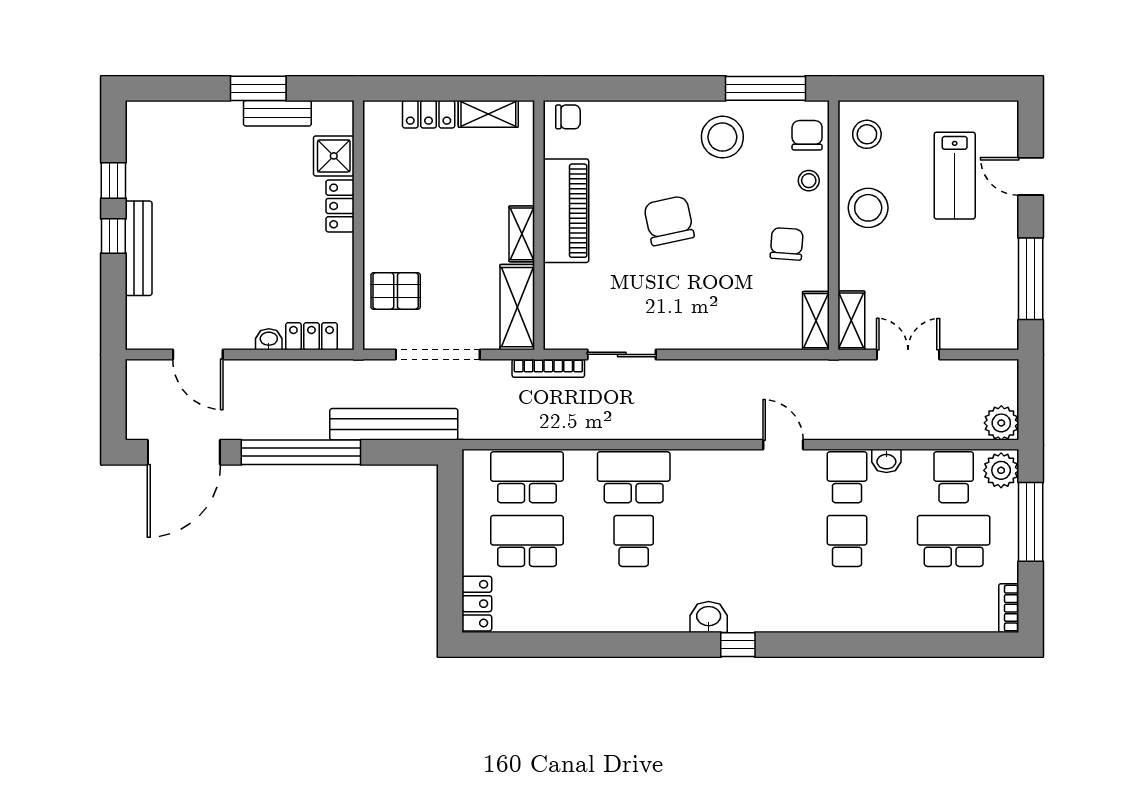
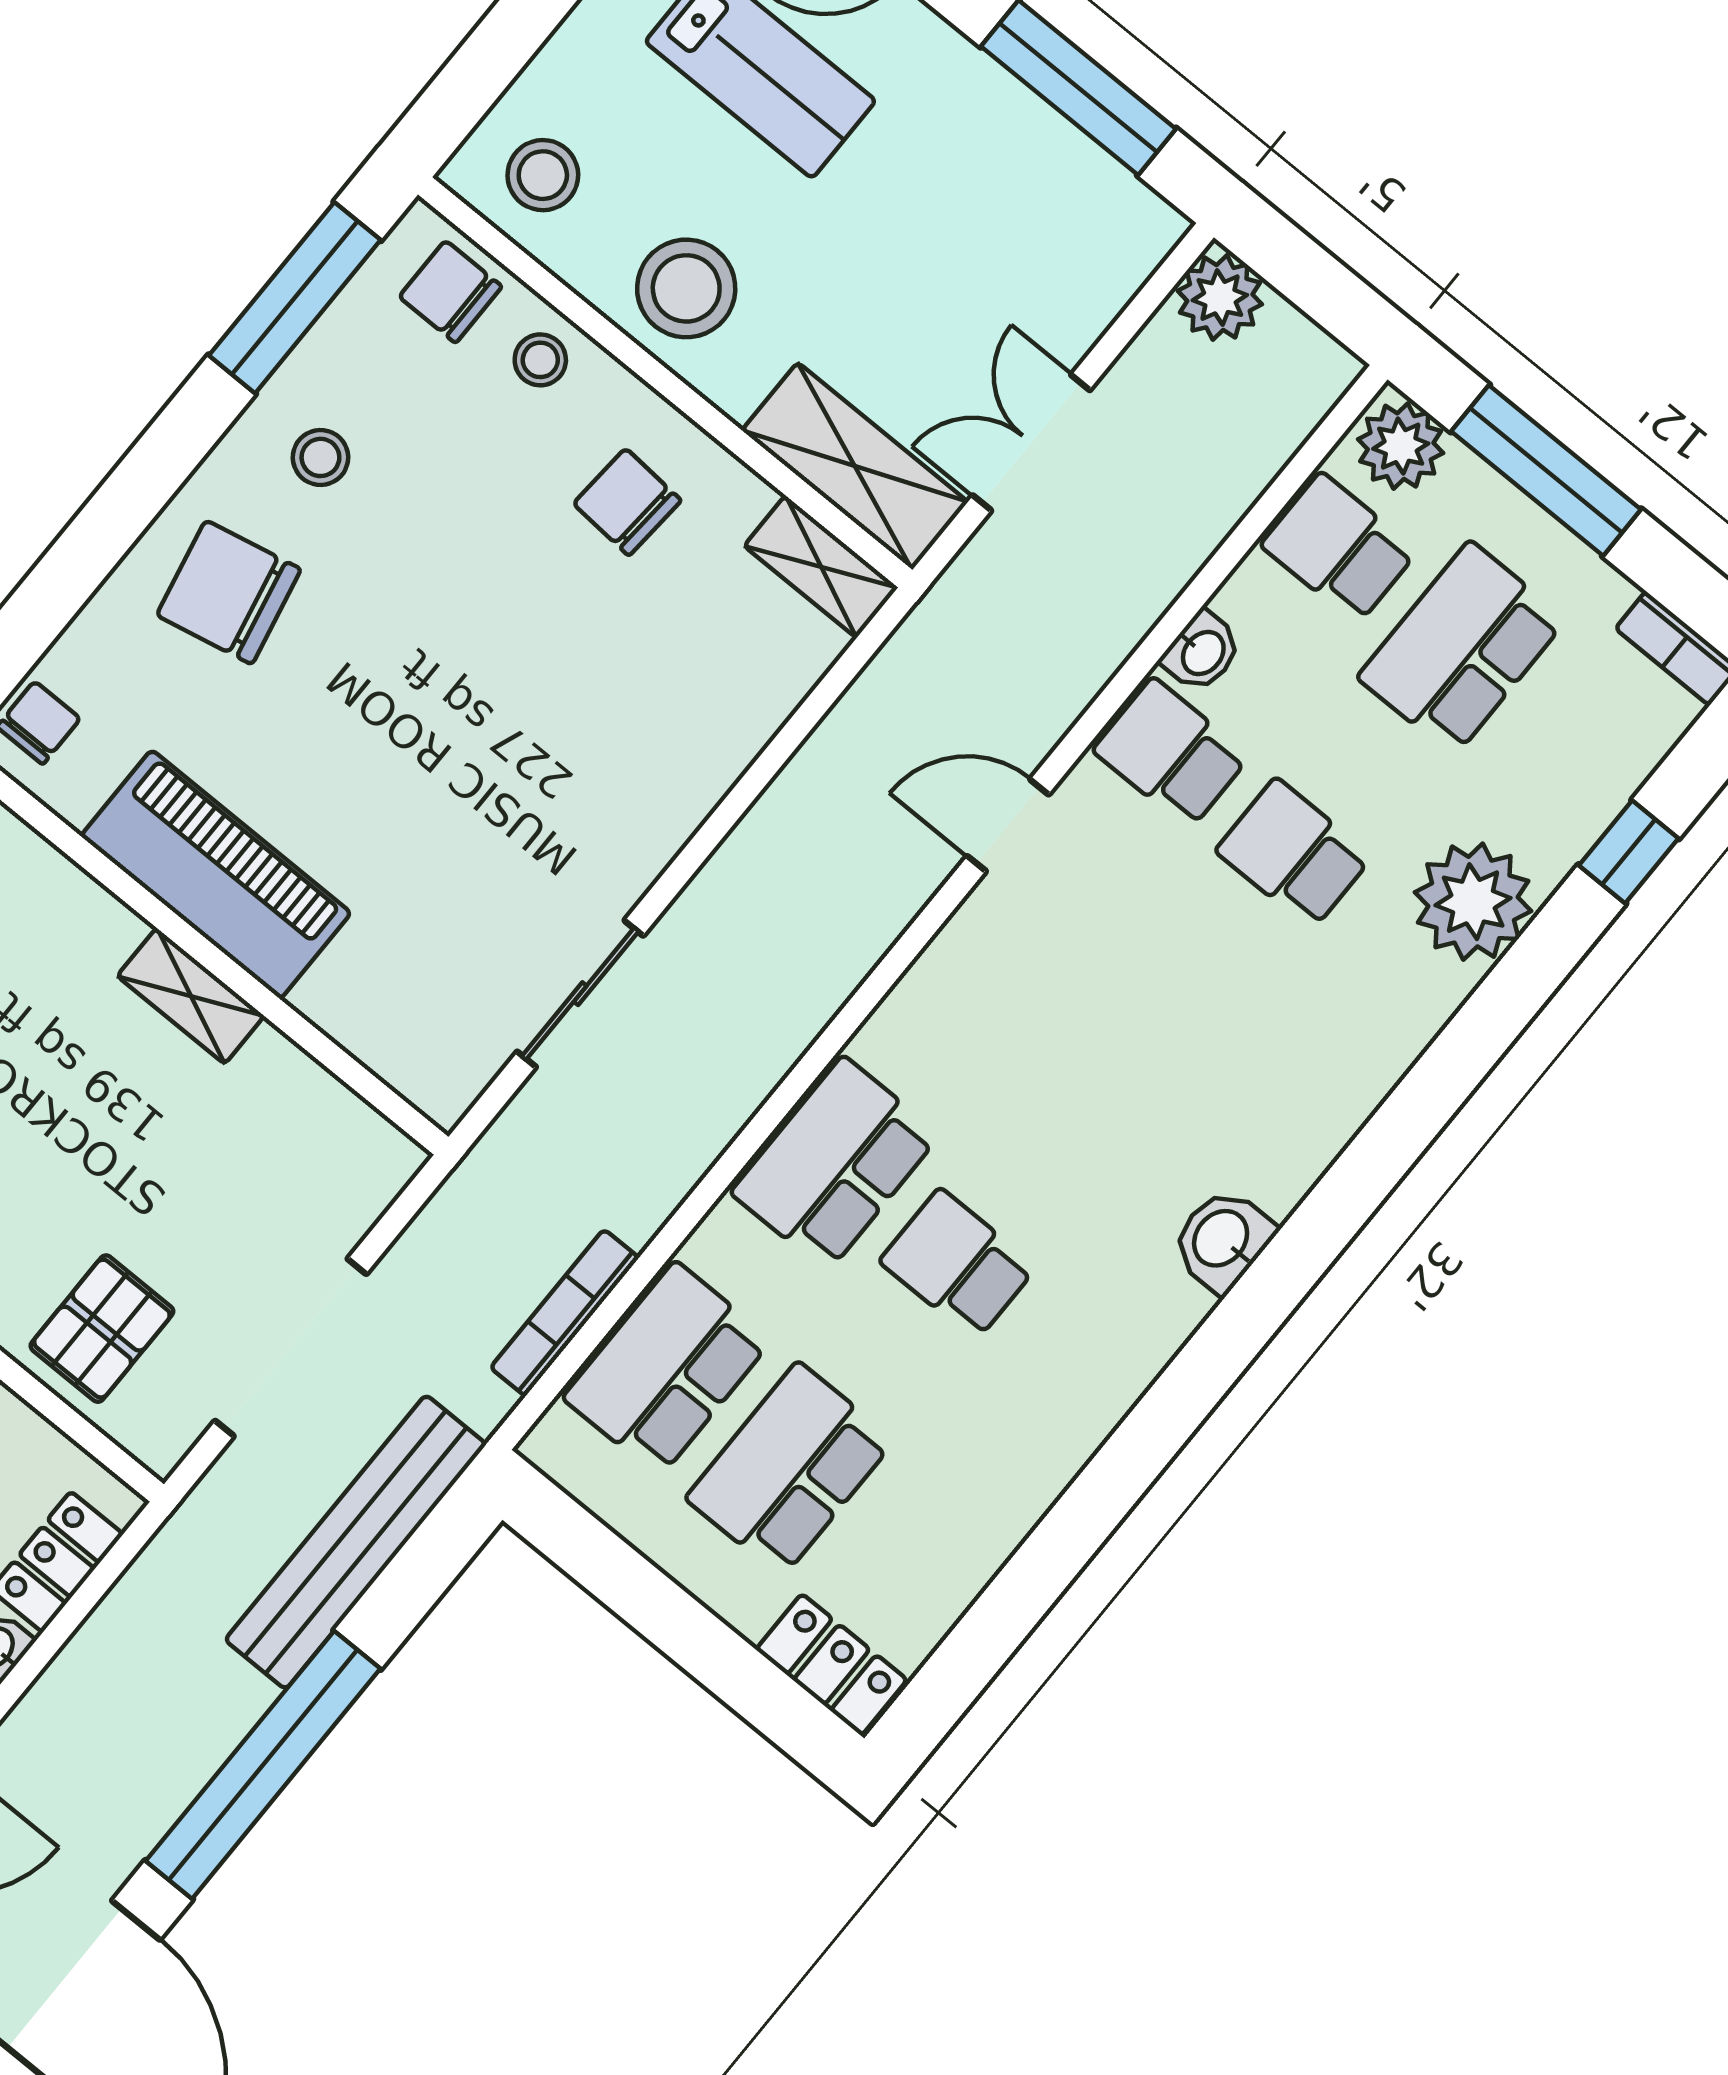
stool: (722, 137) -> (320, 457), width x0.53, depth x0.53
chair: (669, 221) -> (229, 592), moved
shelving: (517, 307) -> (325, 1120), removed
shelving: (851, 320) -> (855, 466), width x1.50, depth x1.33
bookcase: (548, 368) -> (565, 1313), moved, turned 180
plant: (1001, 423) -> (1220, 298), moved
plant: (878, 609) -> (1473, 902), added
window: (738, 645) -> (1629, 852), moved

